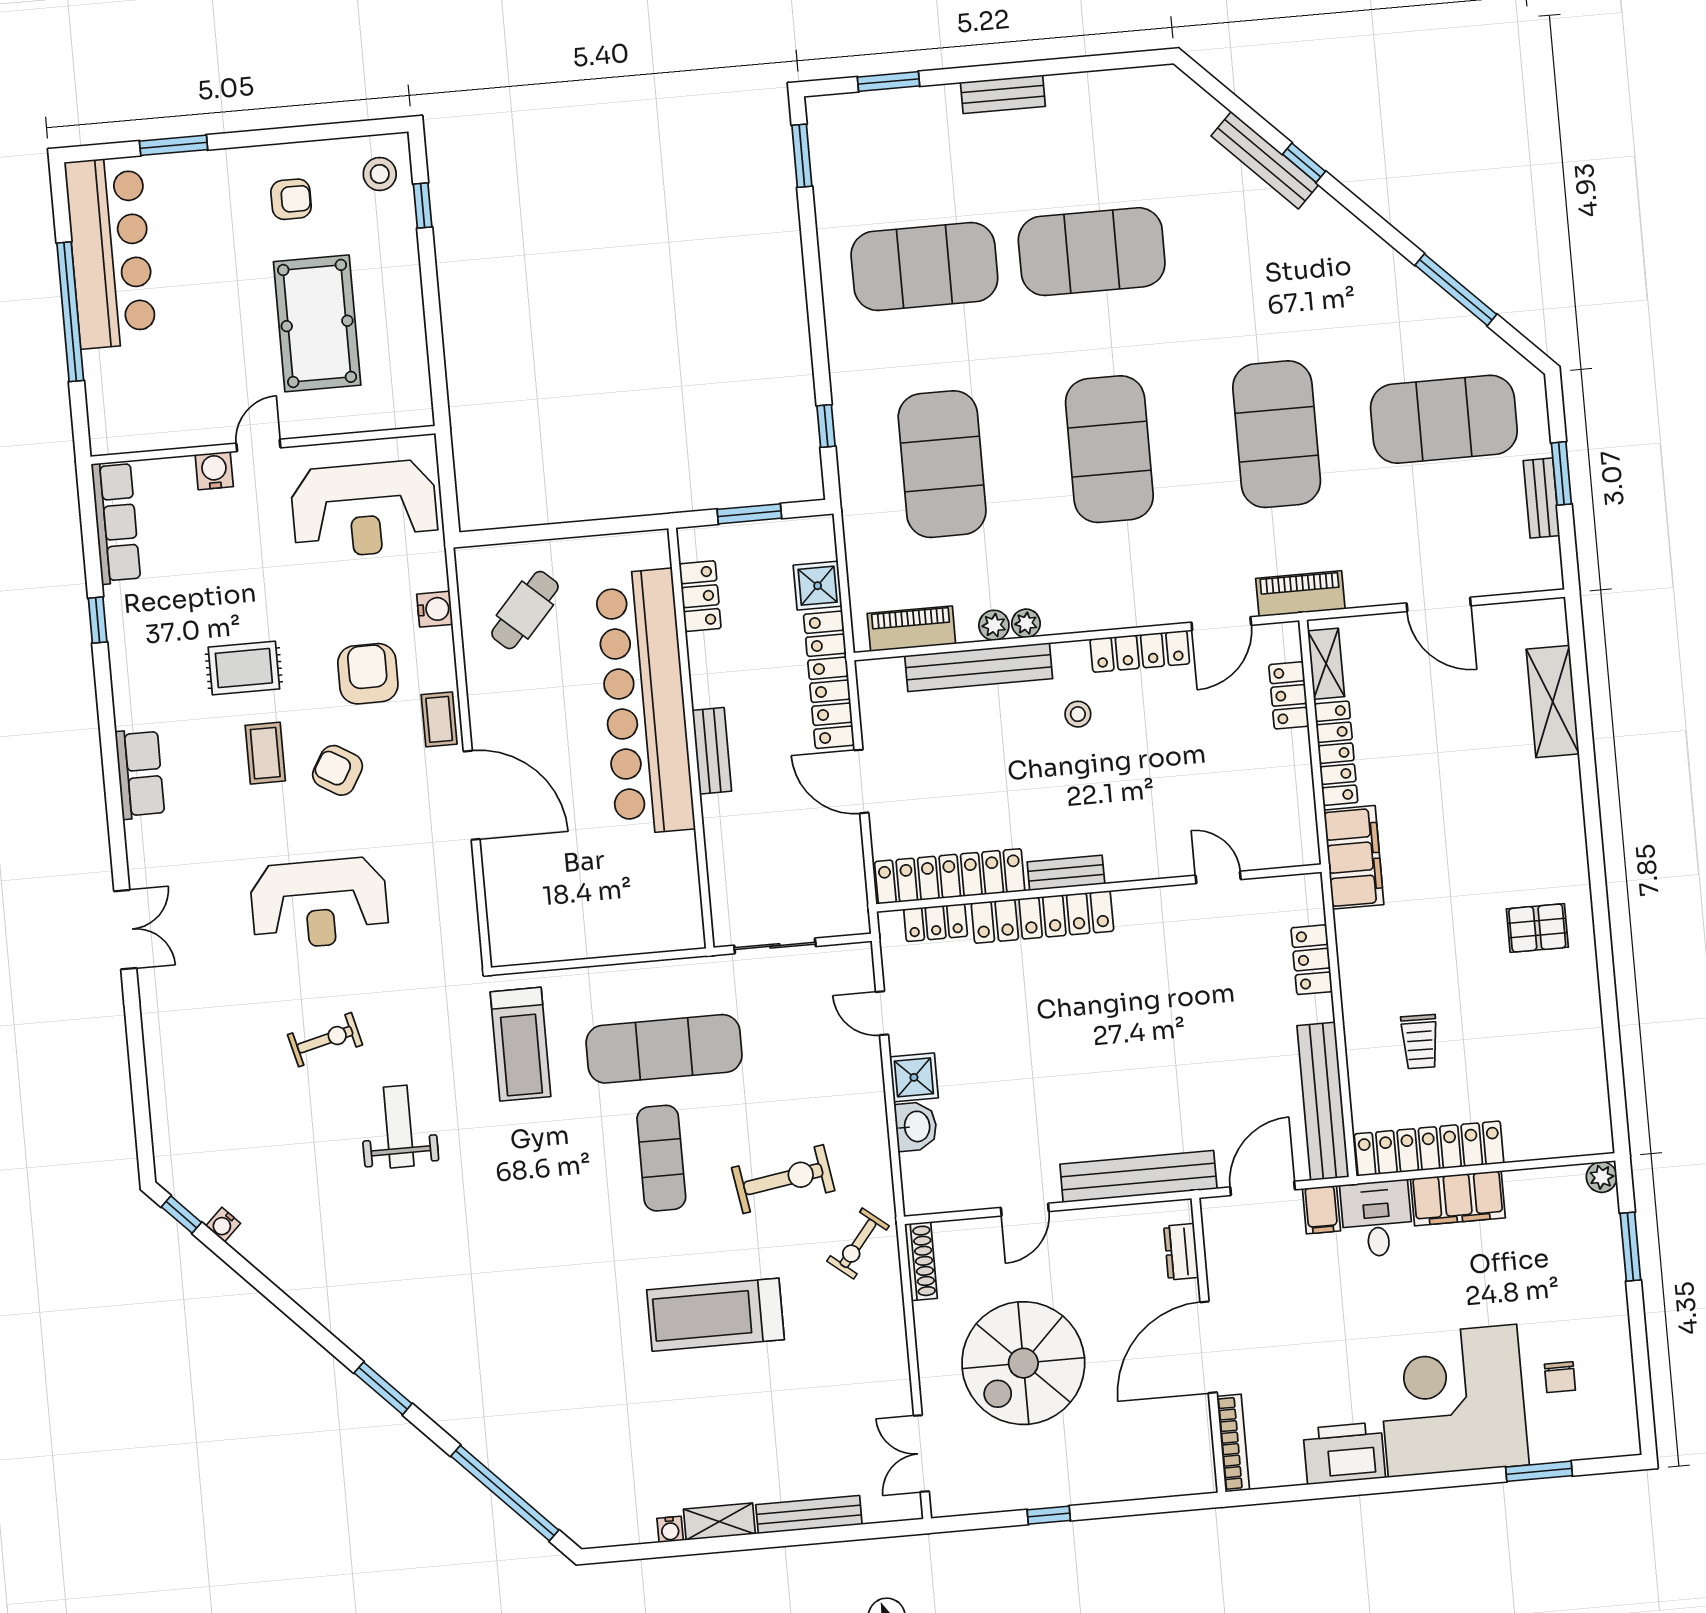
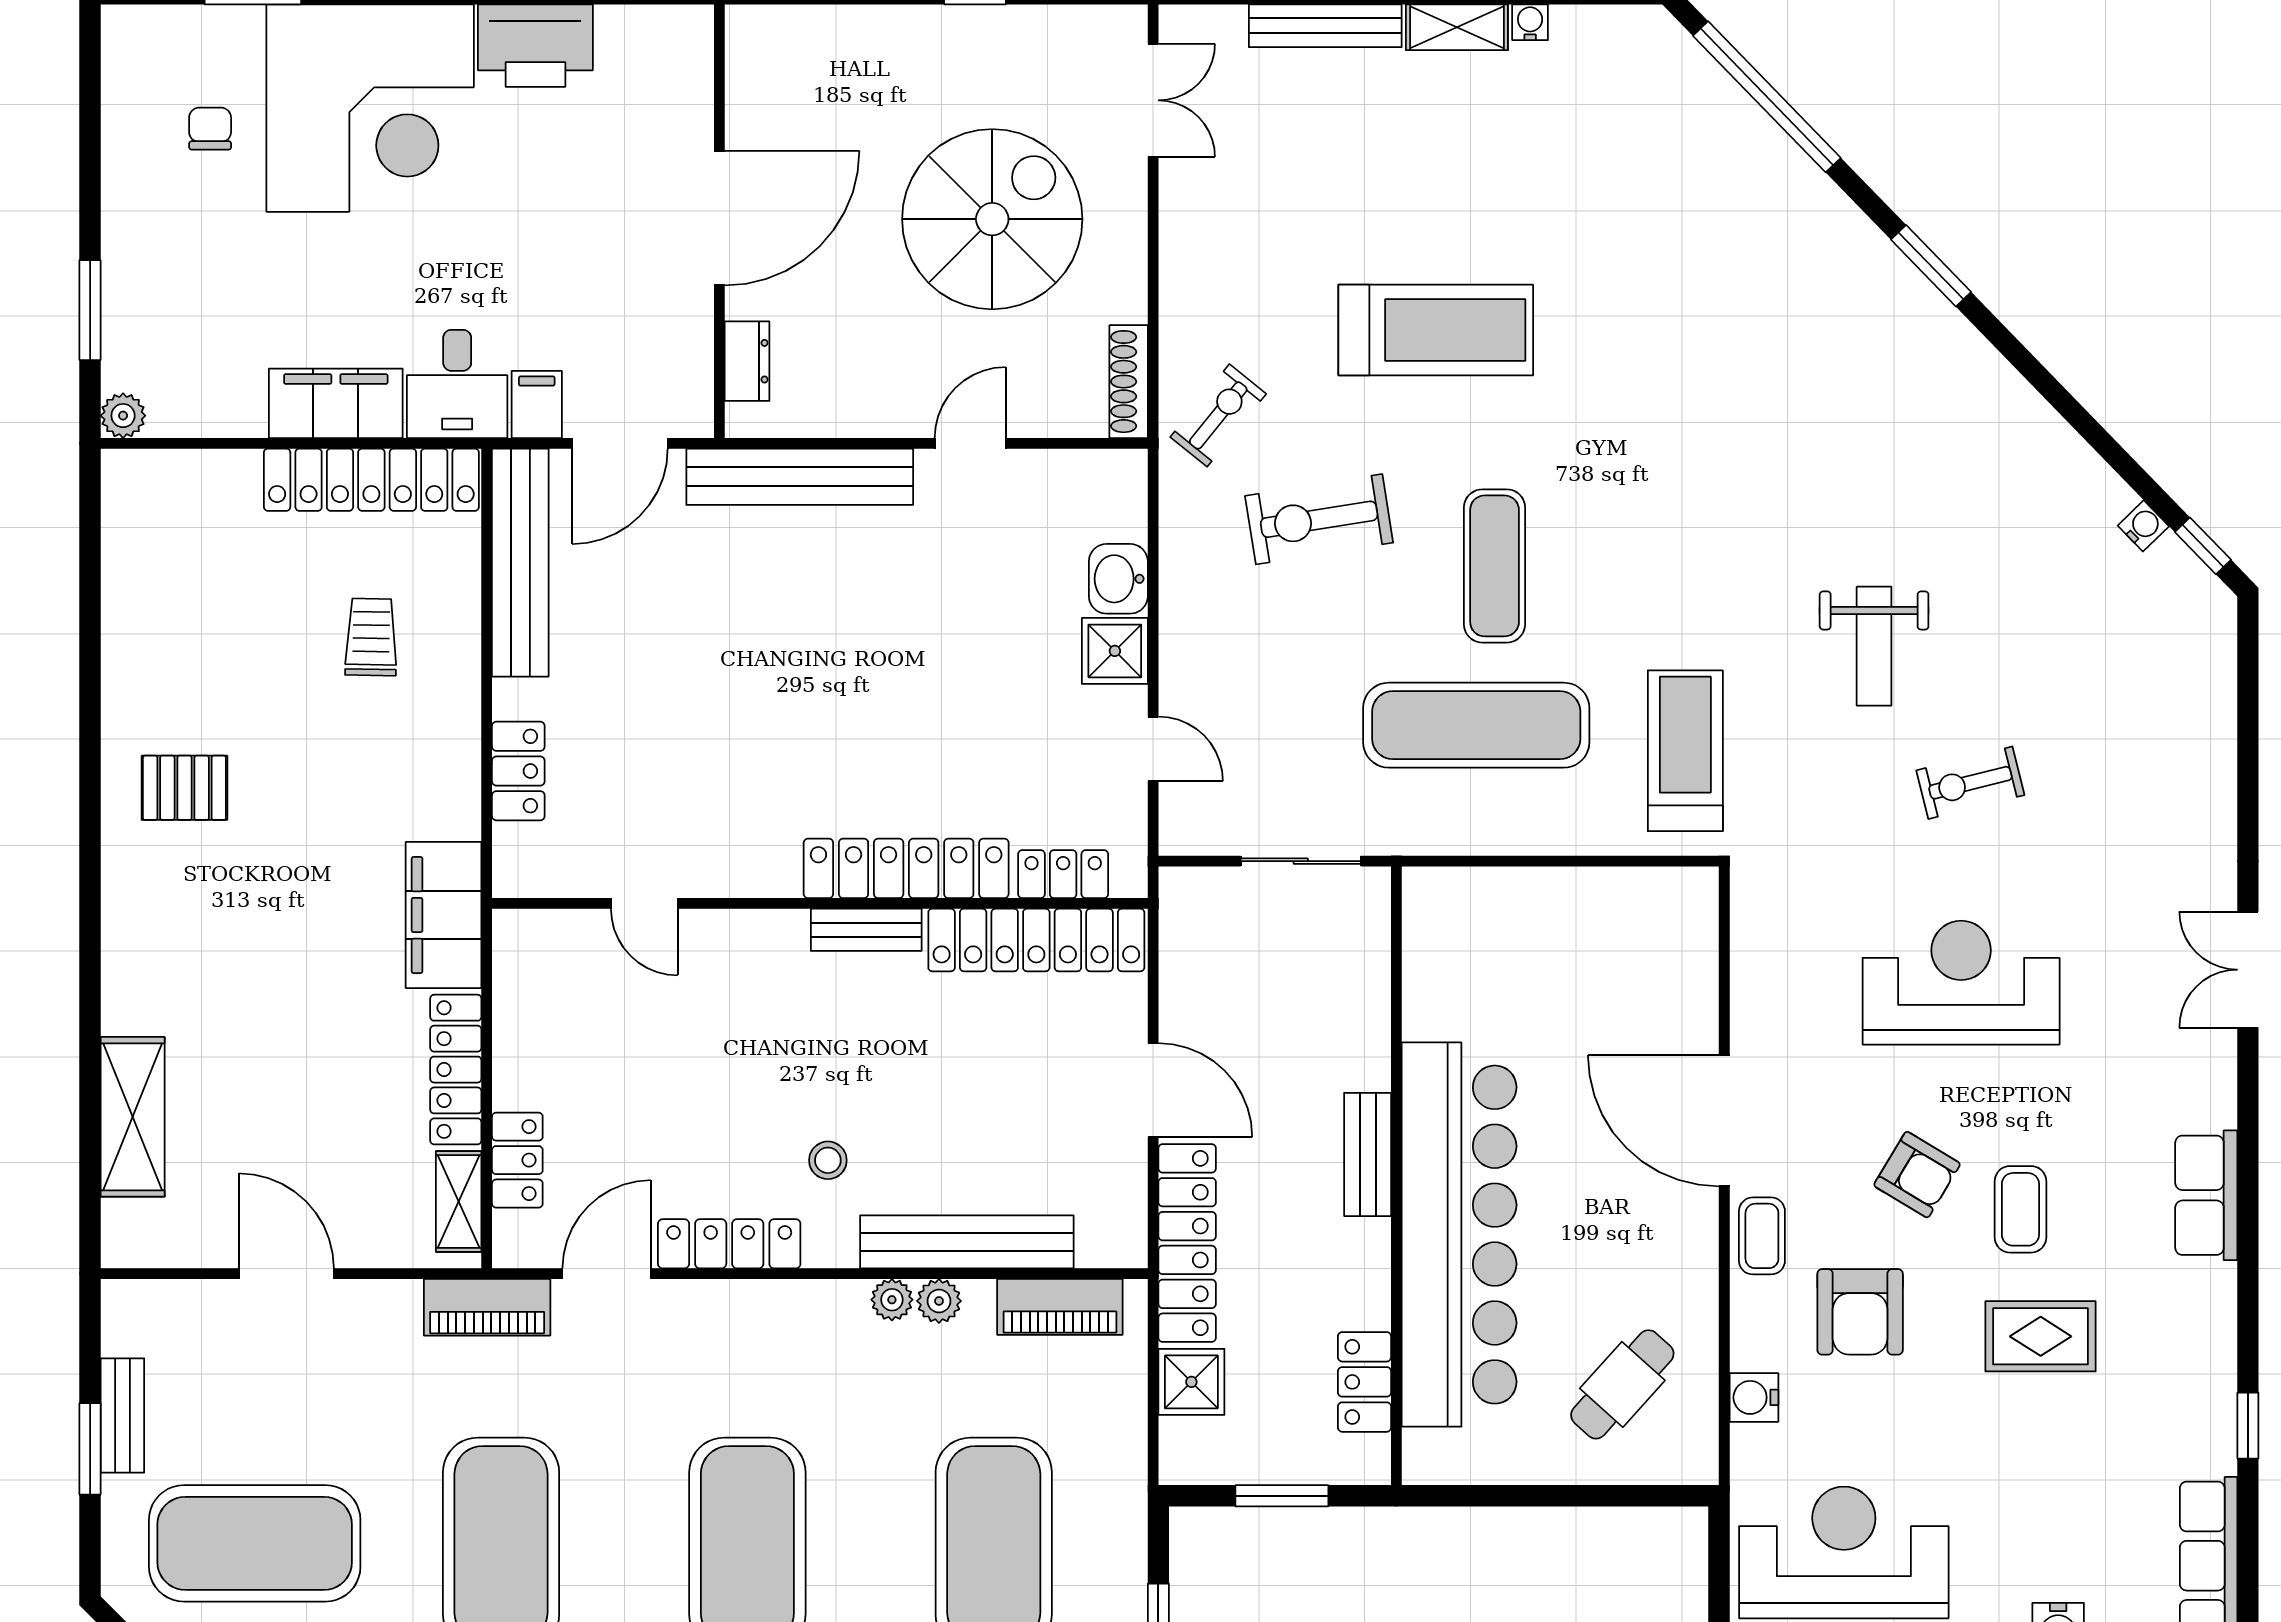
bookcase: (1233, 1443) -> (696, 75), removed

